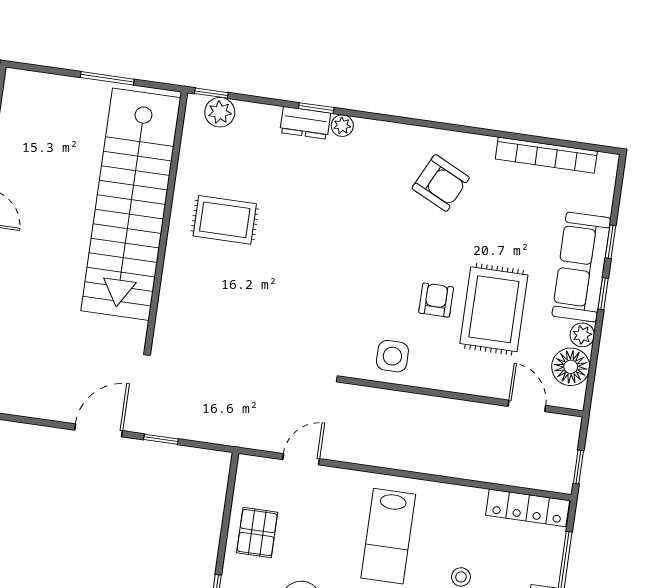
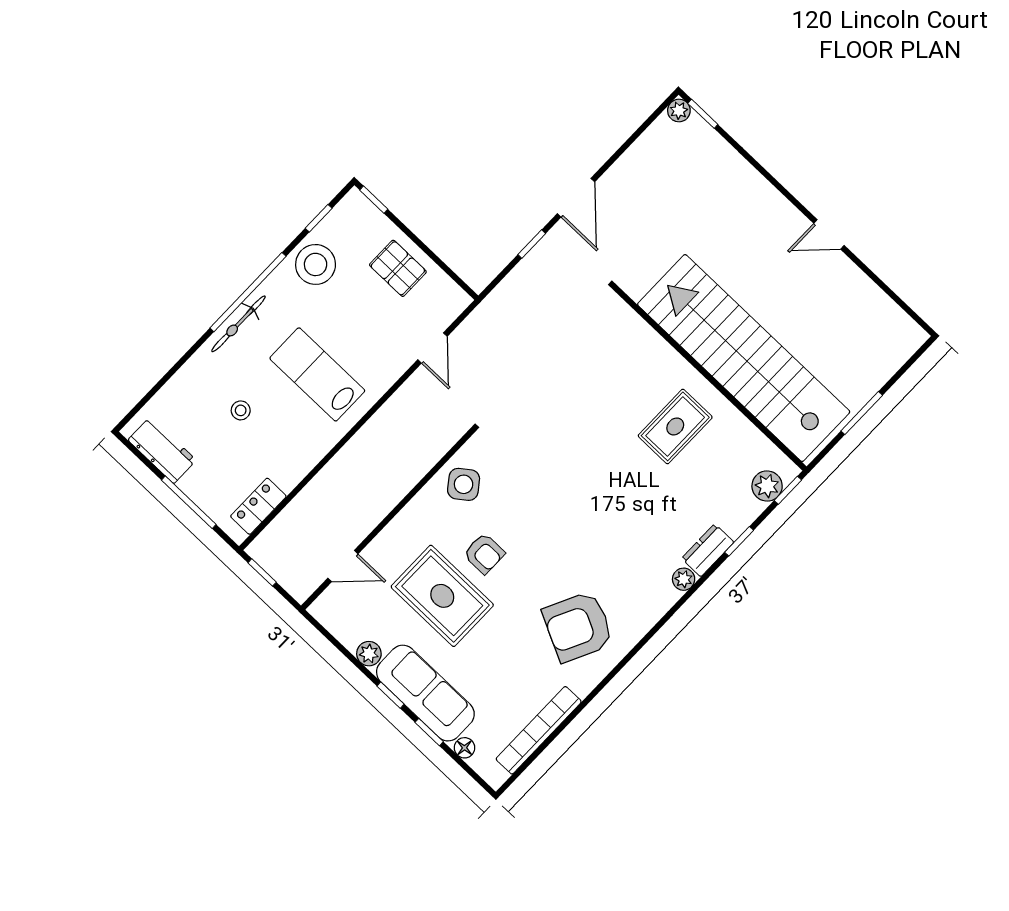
window: (316, 108) -> (739, 541), moved
armchair: (441, 183) -> (578, 627), width x1.36, depth x1.36
side table: (392, 356) -> (464, 484), turned -37
floor lamp: (571, 367) -> (464, 748), moved, width x0.53, depth x0.53
locker: (528, 508) -> (258, 506), width x0.66

